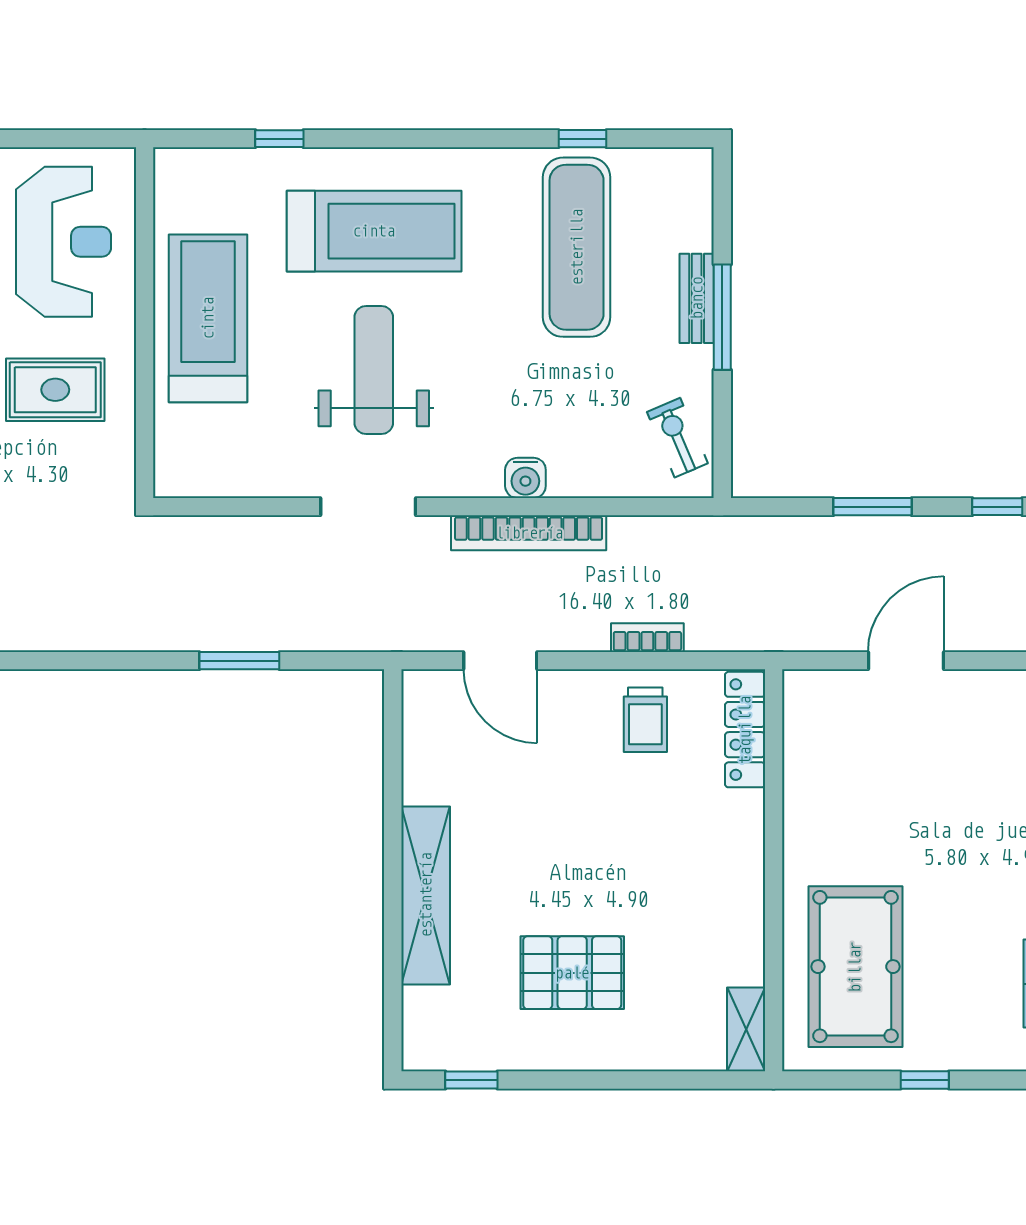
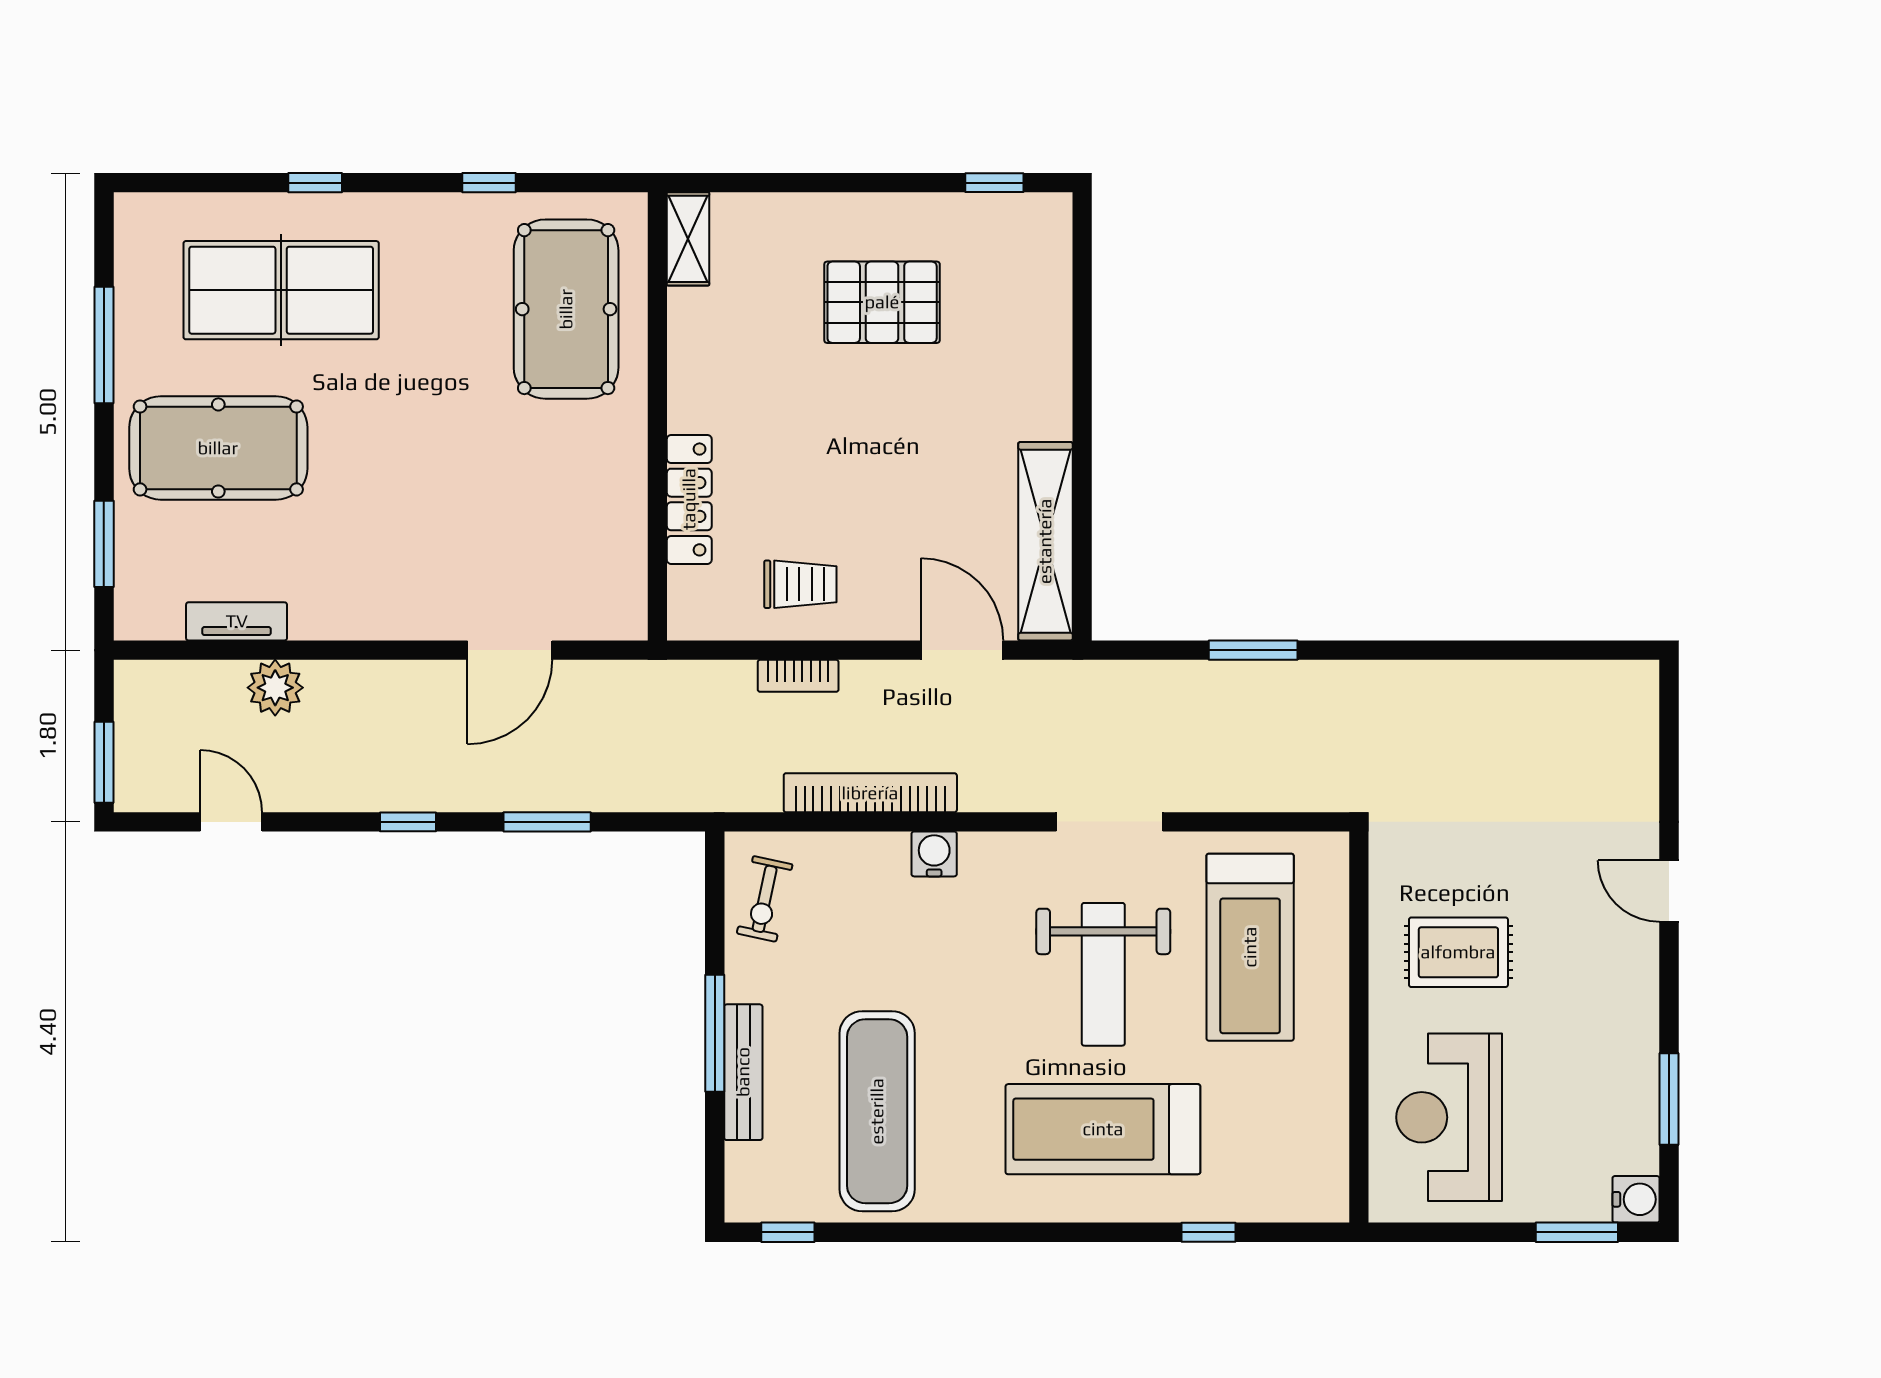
window: (583, 139) -> (788, 1232), moved
bench: (697, 298) -> (743, 1072), width x1.36
treadmill: (208, 318) -> (1250, 947), moved
exercise bike: (677, 438) -> (765, 899), turned 35
bookcase: (529, 533) -> (870, 793), moved
trolley: (645, 720) -> (800, 584), turned 90
locker: (745, 730) -> (689, 499), moved
shelving: (426, 895) -> (1045, 541), moved

